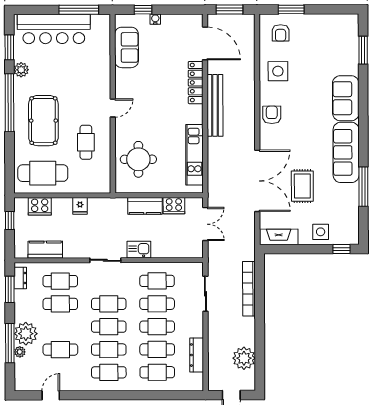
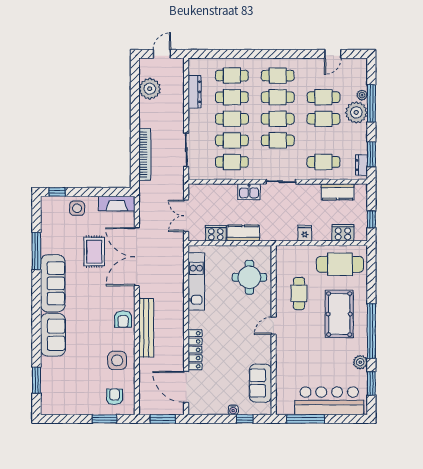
bench: (215, 105) -> (146, 328), moved
cafe table: (60, 304) -> (324, 119), moved

